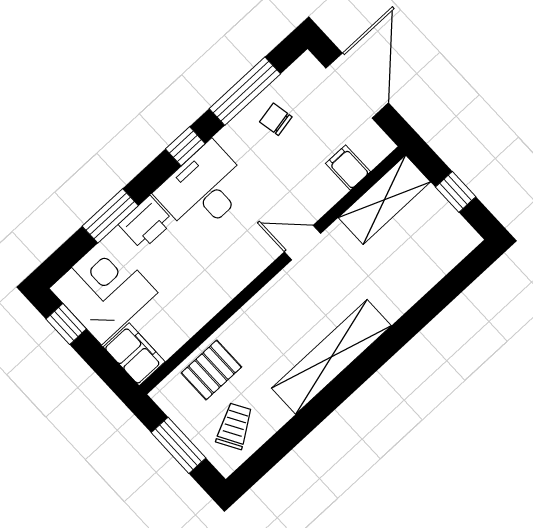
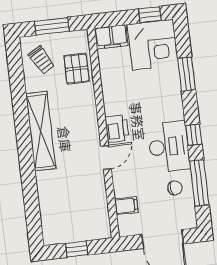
desk: (204, 189) -> (169, 147), moved
shelving: (384, 200) -> (98, 212), removed
printer: (146, 223) -> (117, 129), moved, turned 180

